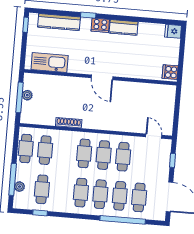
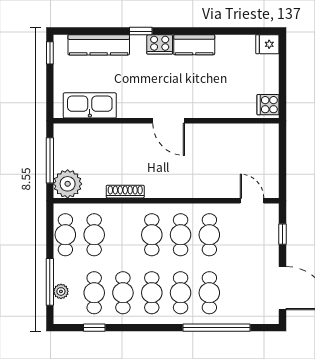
plant: (27, 95) -> (68, 184), moved, width x1.88, depth x1.88
cafe table: (139, 197) -> (123, 293), moved

